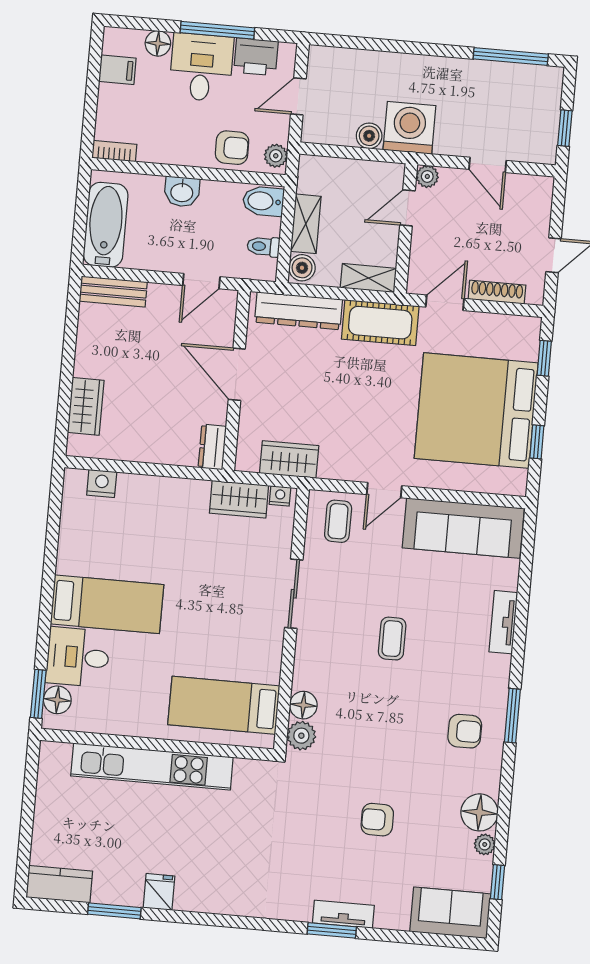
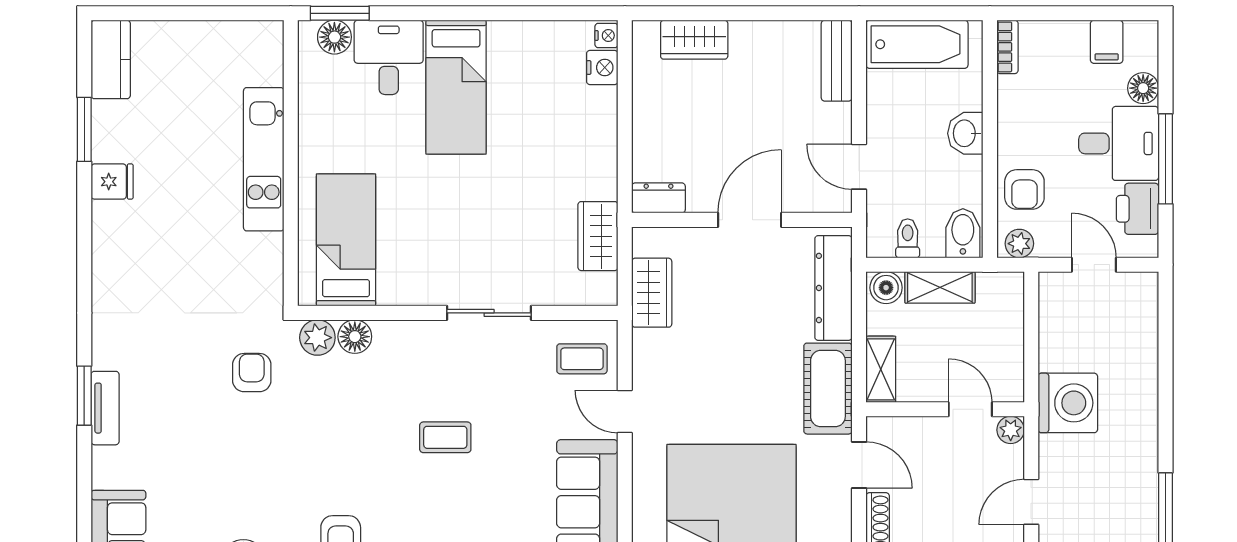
boiler: (369, 136) -> (1054, 355), removed
nightstand: (280, 496) -> (606, 35), moved
kitchen unit: (152, 767) -> (264, 159), width x0.73
armchair: (377, 820) -> (252, 373), moved

